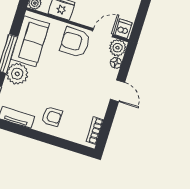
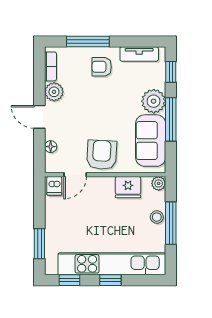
armchair: (75, 42) -> (102, 155), turned -87
plant: (118, 48) -> (54, 92), moved
window: (57, 142) -> (88, 41), added

